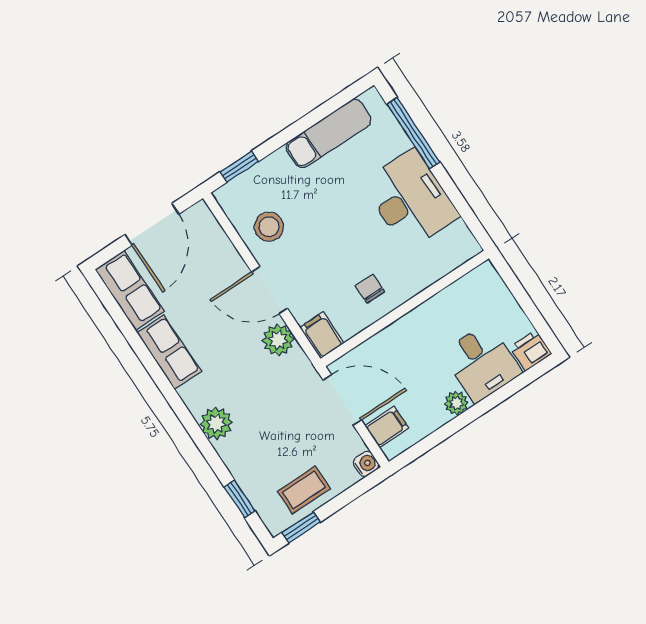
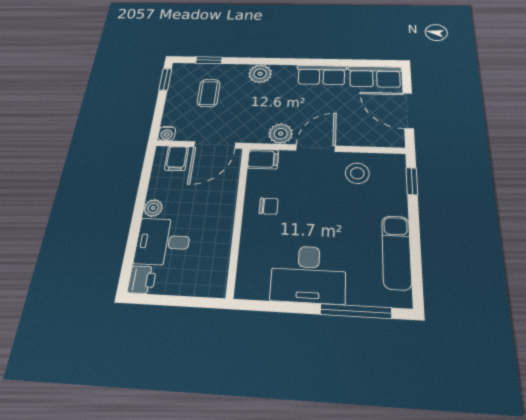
coffee table: (304, 490) -> (209, 93), moved

